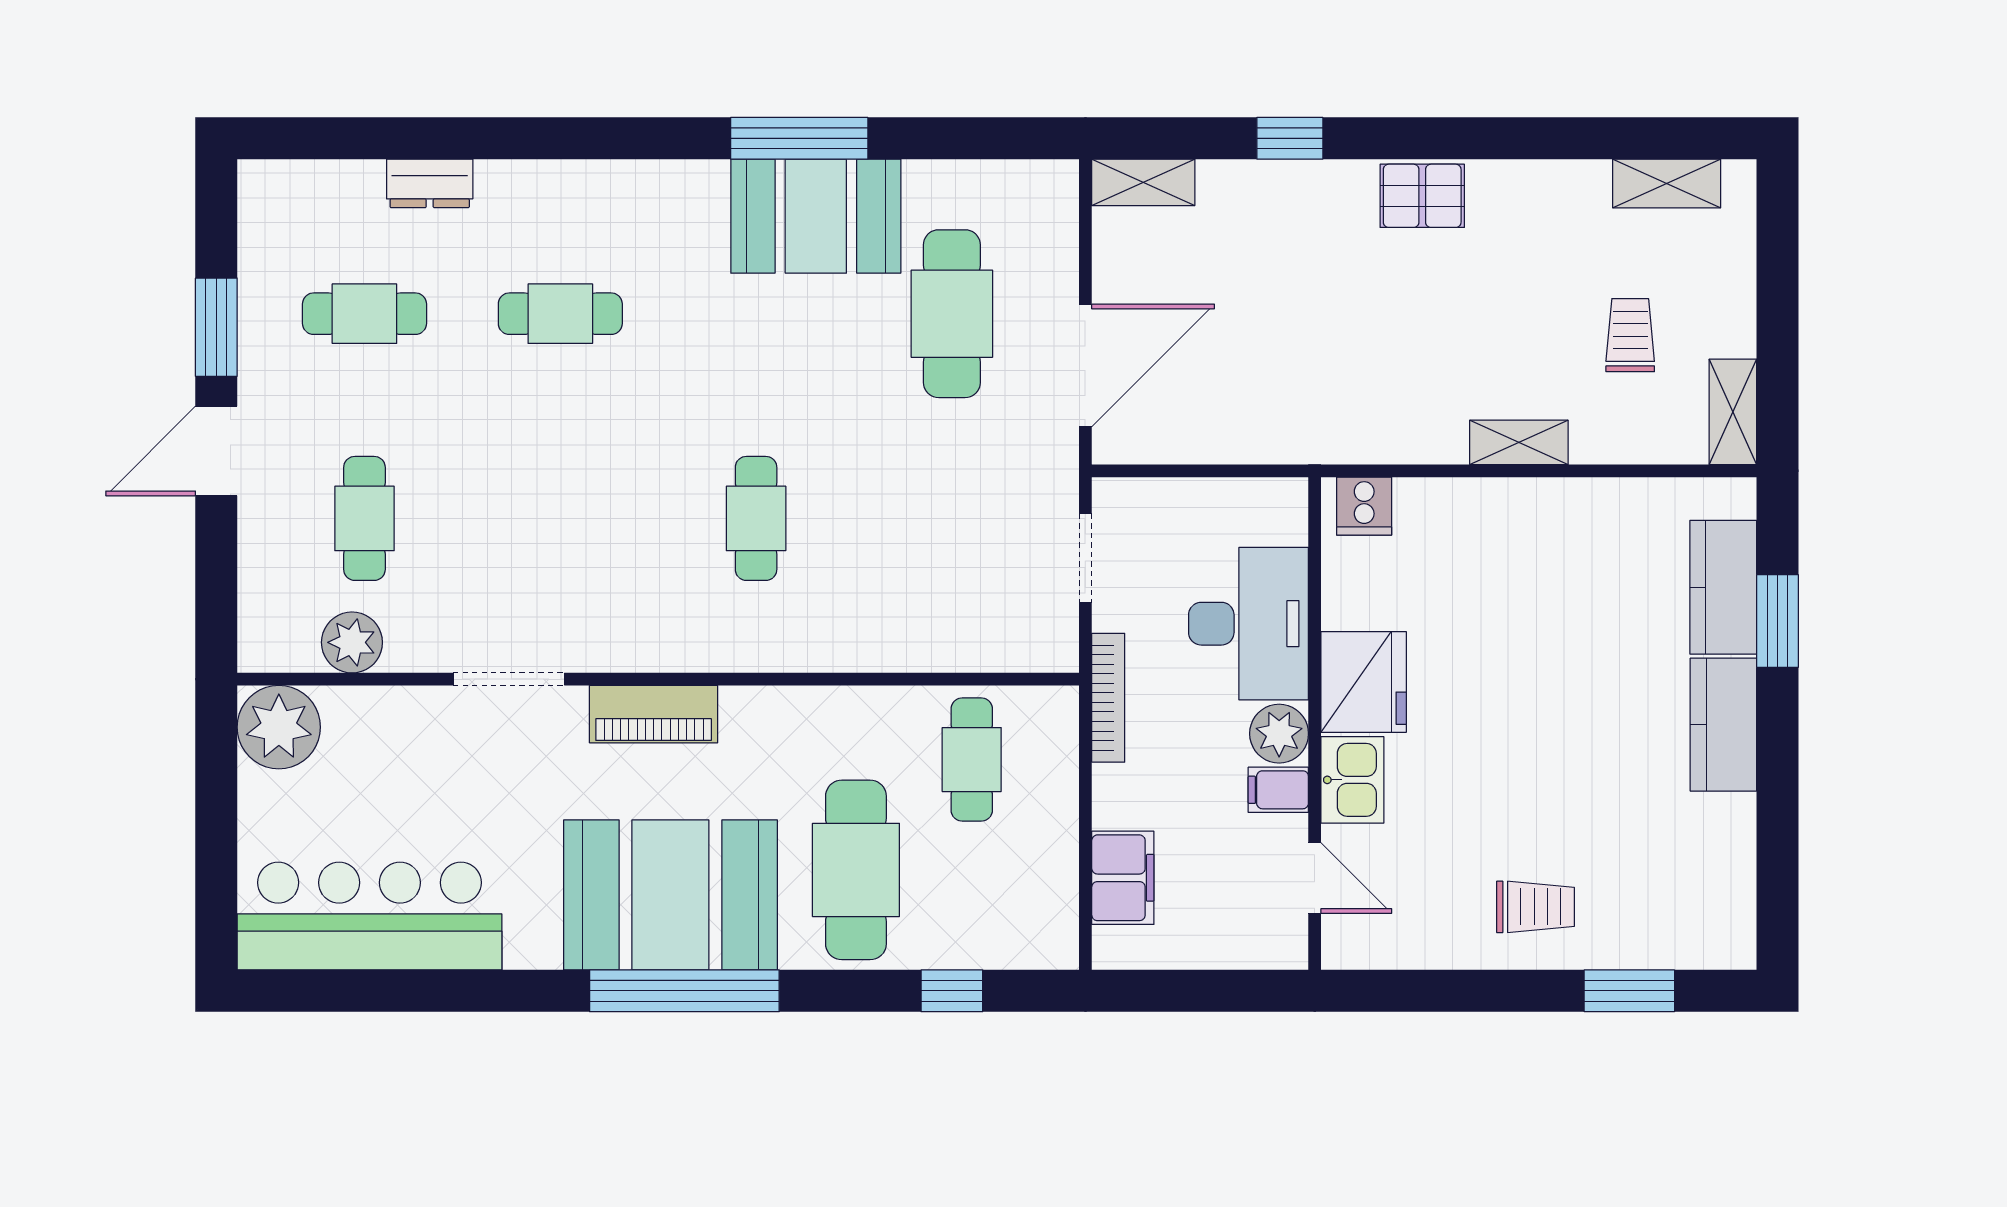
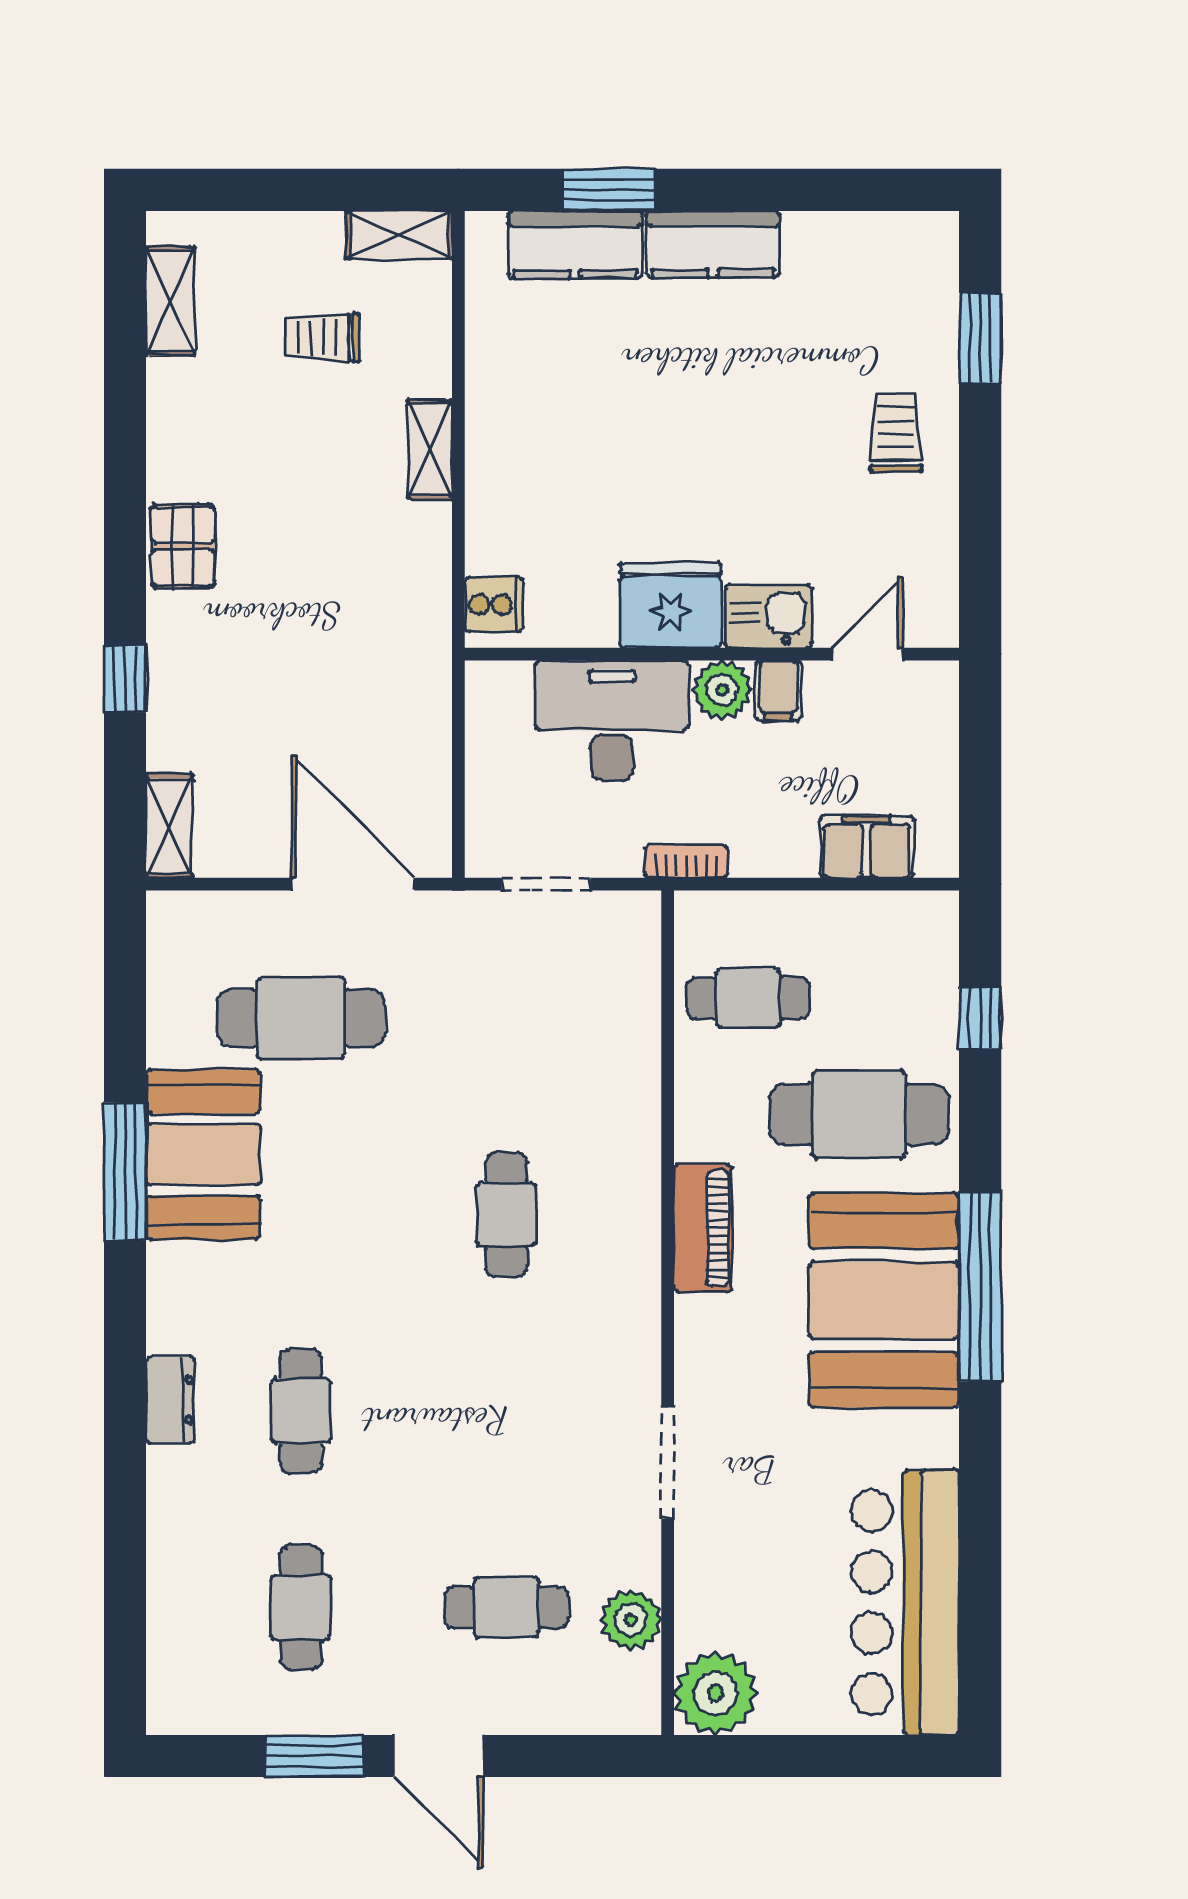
dresser: (430, 183) -> (170, 1400), moved
cafe table: (756, 518) -> (506, 1215), turned 90
bookcase: (1108, 698) -> (686, 861), width x0.64
piano: (654, 714) -> (703, 1228), moved

